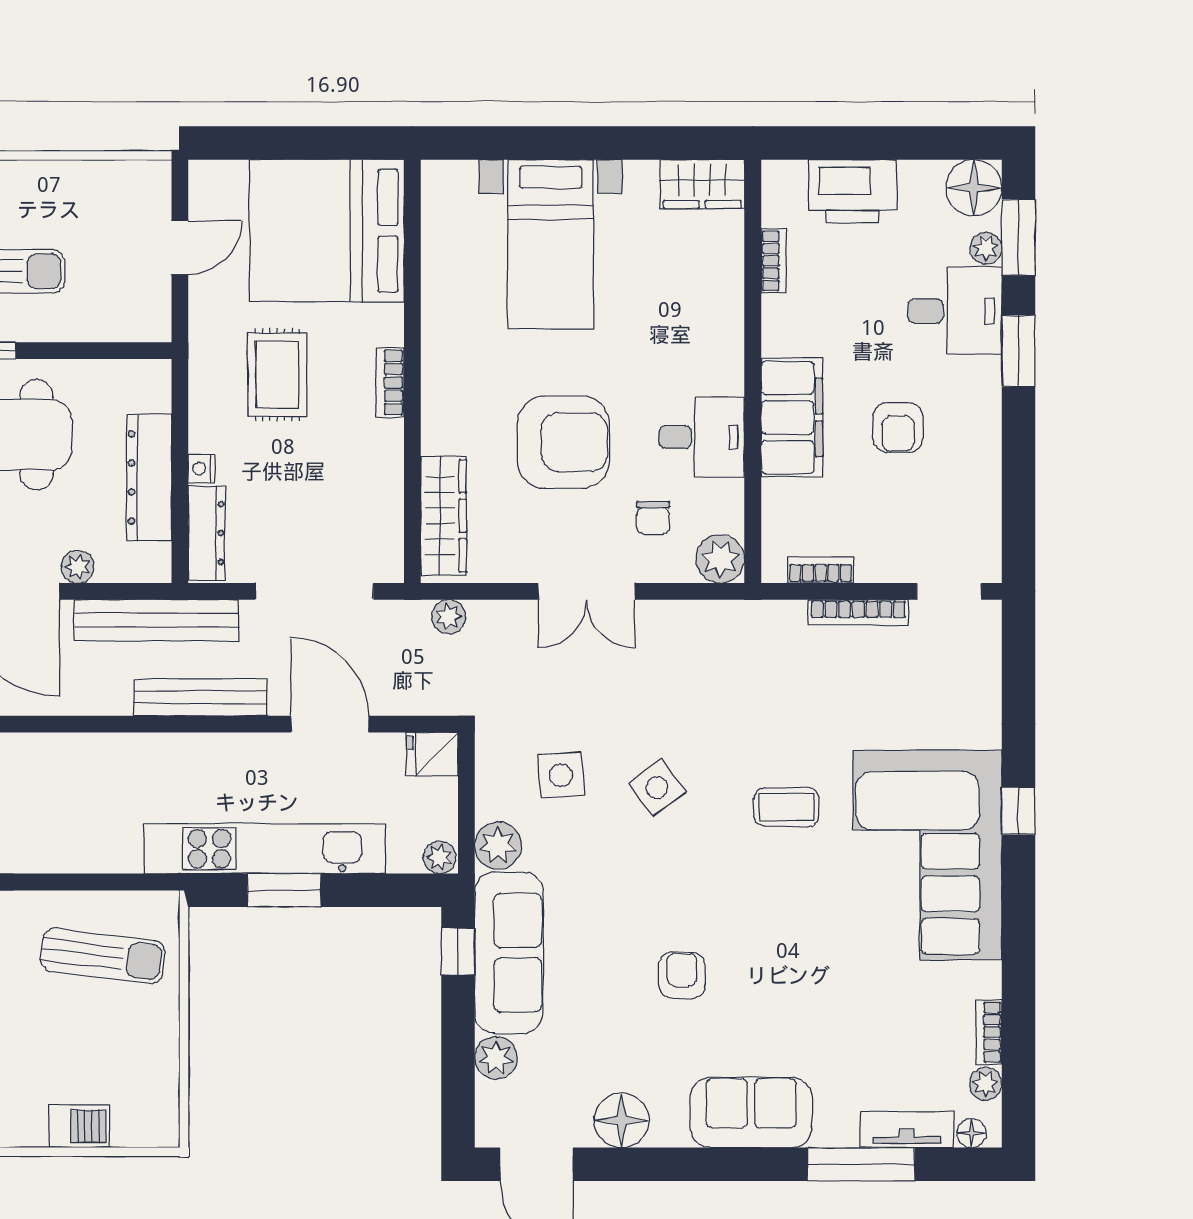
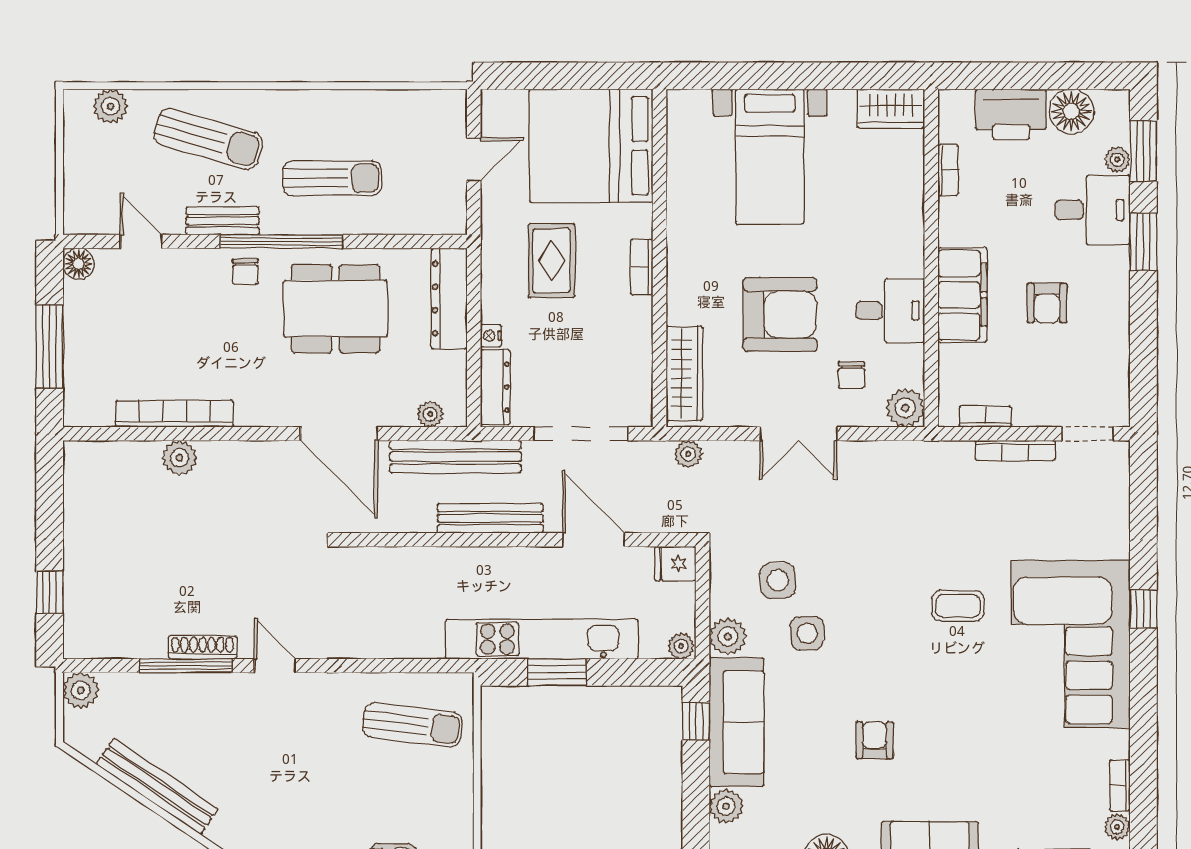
floor lamp: (974, 188) -> (1071, 111), moved
dresser: (149, 477) -> (449, 299), moved
plant: (78, 567) -> (430, 414), moved
side table: (657, 788) -> (807, 633), moved, turned 37

